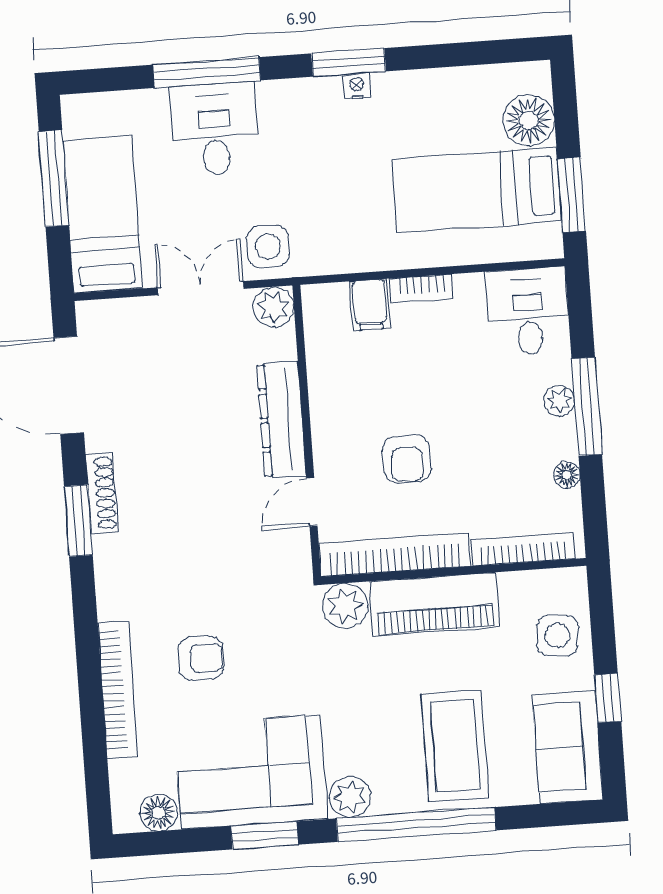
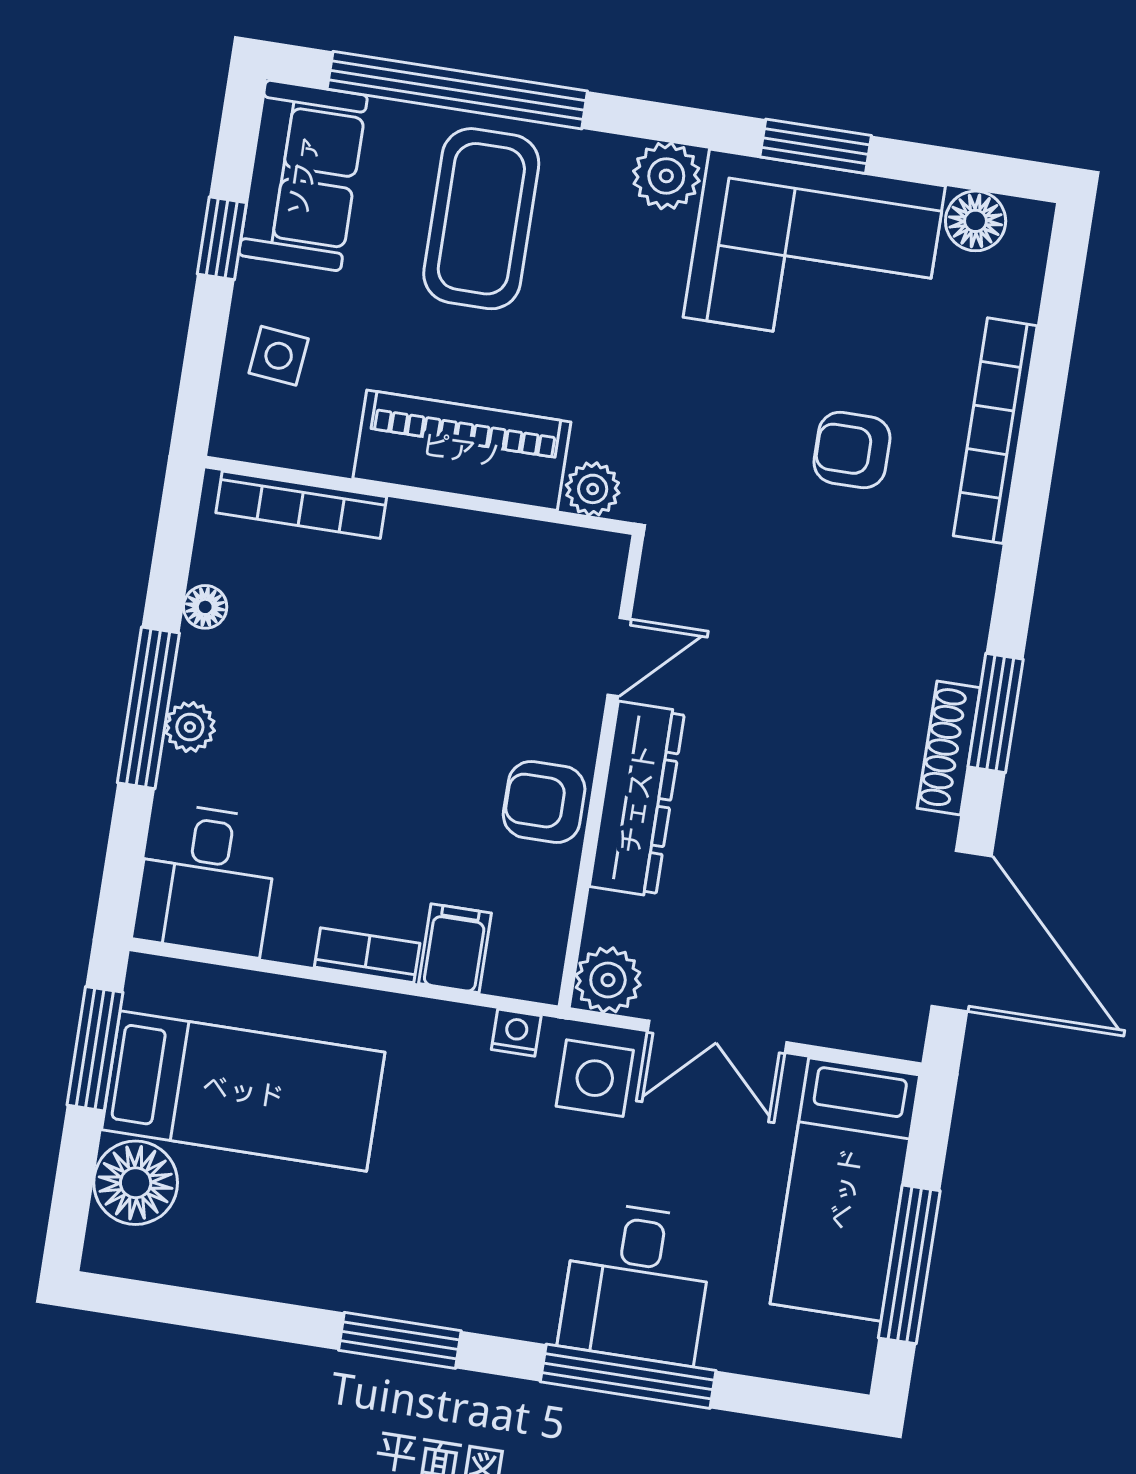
nightstand: (357, 86) -> (516, 1033), moved, turned 180
armchair: (407, 459) -> (544, 802), moved, turned -90
bookcase: (394, 555) -> (507, 543), removed
plant: (345, 606) -> (593, 489), width x0.73, depth x0.73
side table: (557, 635) -> (279, 356), width x0.73, depth x0.73
window: (416, 824) -> (457, 90), moved

